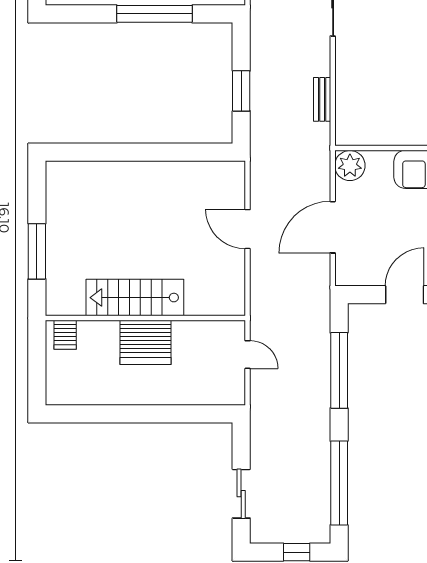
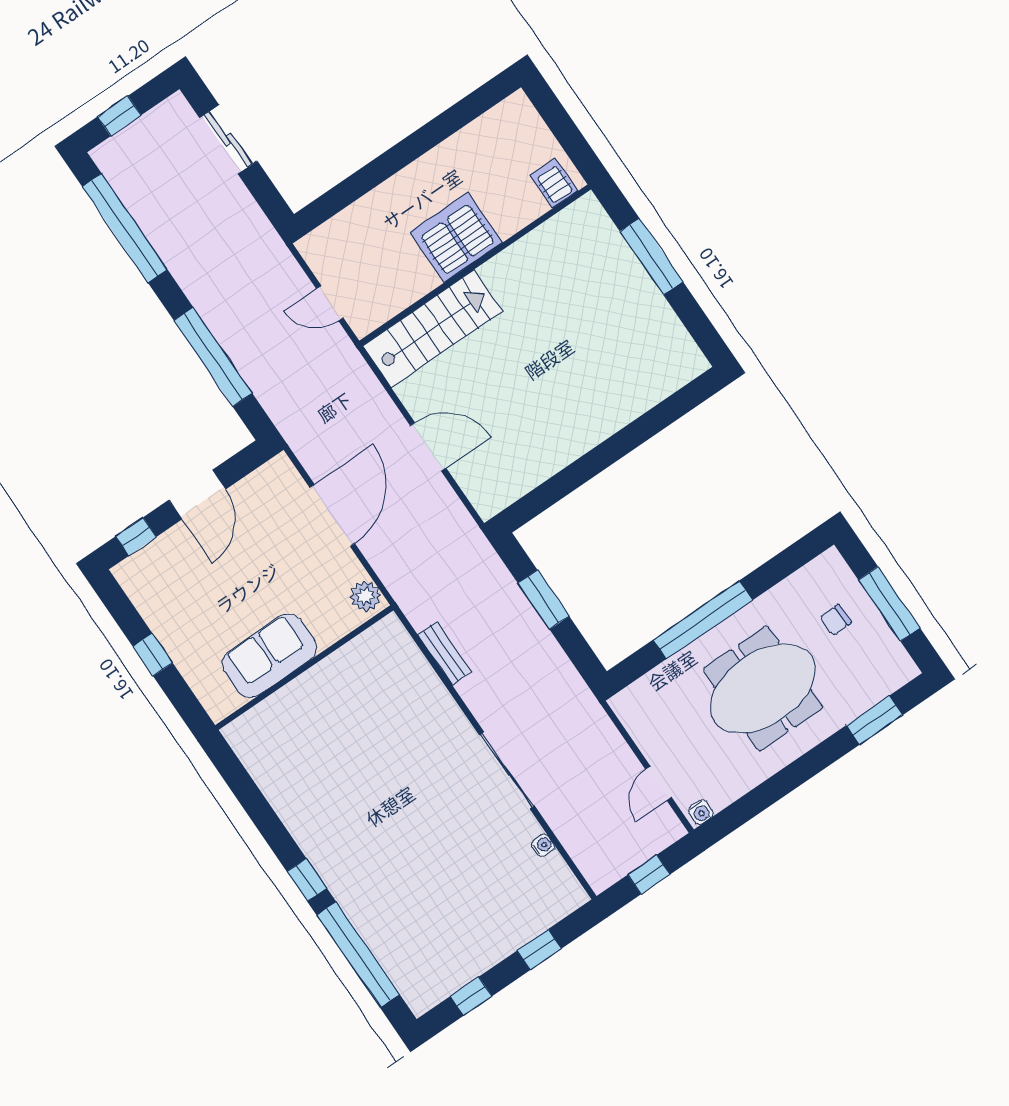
plant: (350, 166) -> (365, 596), width x0.73, depth x0.73
stairs: (135, 298) -> (433, 329), moved

